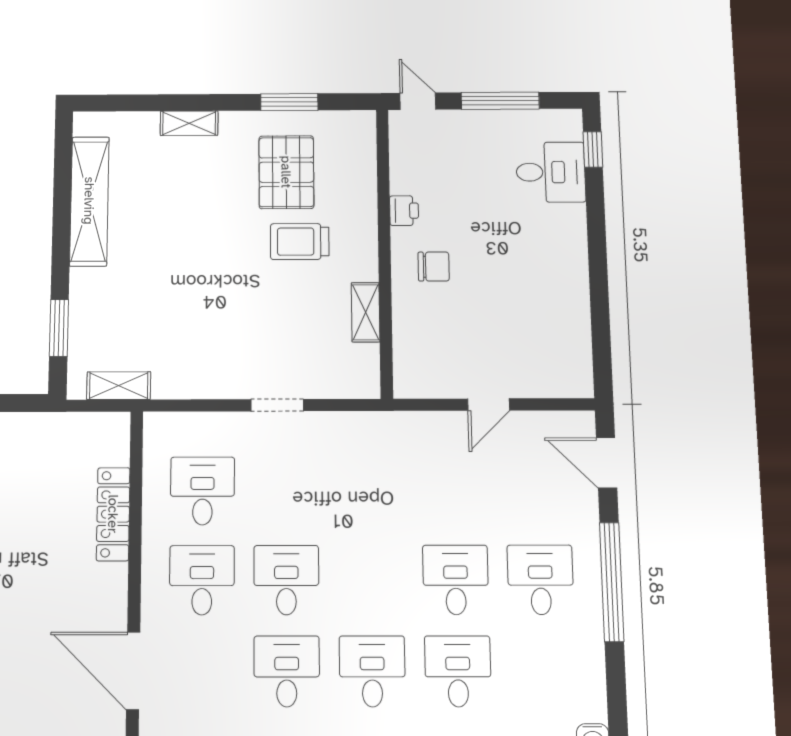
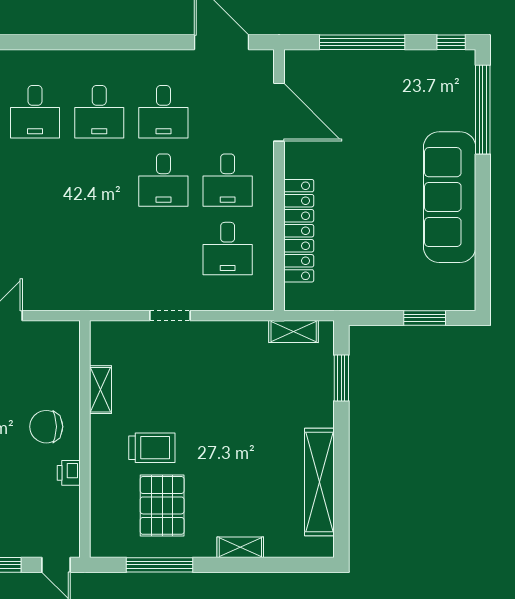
window: (289, 102) -> (159, 565), width x1.44
chair: (434, 267) -> (46, 427), width x1.37, depth x1.37
locker: (113, 514) -> (299, 231), width x1.41, depth x1.21
desk: (456, 580) -> (35, 180), removed

